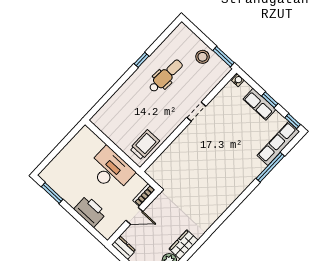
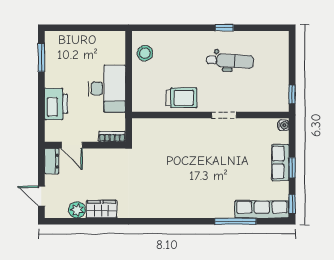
stool: (203, 57) -> (145, 53), moved
window: (224, 57) -> (292, 94), width x0.67
trolley: (145, 145) -> (182, 98), moved
door: (134, 216) -> (72, 145), moved

